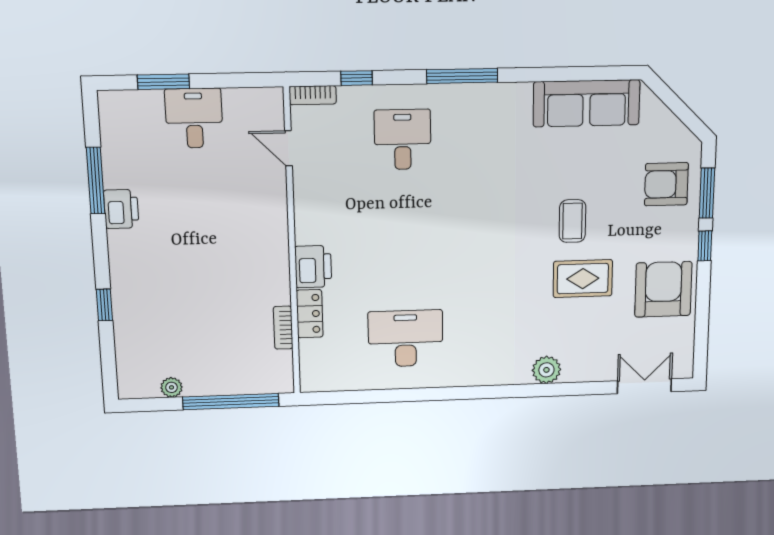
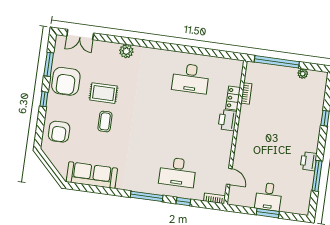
window: (357, 78) -> (183, 201), moved
window: (163, 82) -> (268, 213), moved
desk: (403, 139) -> (178, 172), width x1.37
armchair: (666, 184) -> (59, 132), turned 90
window: (707, 193) -> (49, 64), moved

